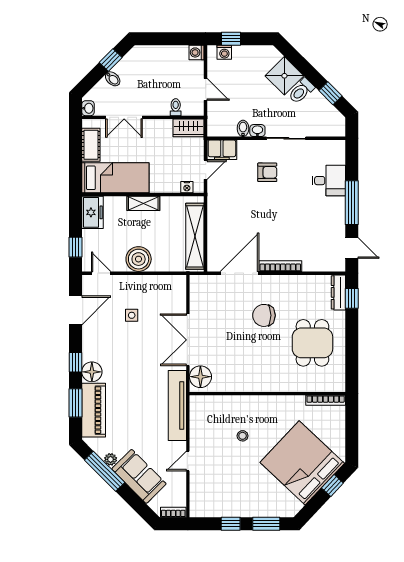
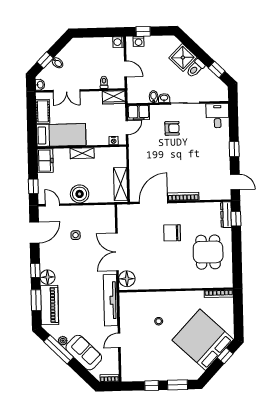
window: (111, 60) -> (45, 60), moved
desk: (329, 181) -> (217, 116), moved, turned -90
window: (352, 203) -> (234, 149), width x0.46
shelving: (195, 236) -> (121, 184), width x0.68

